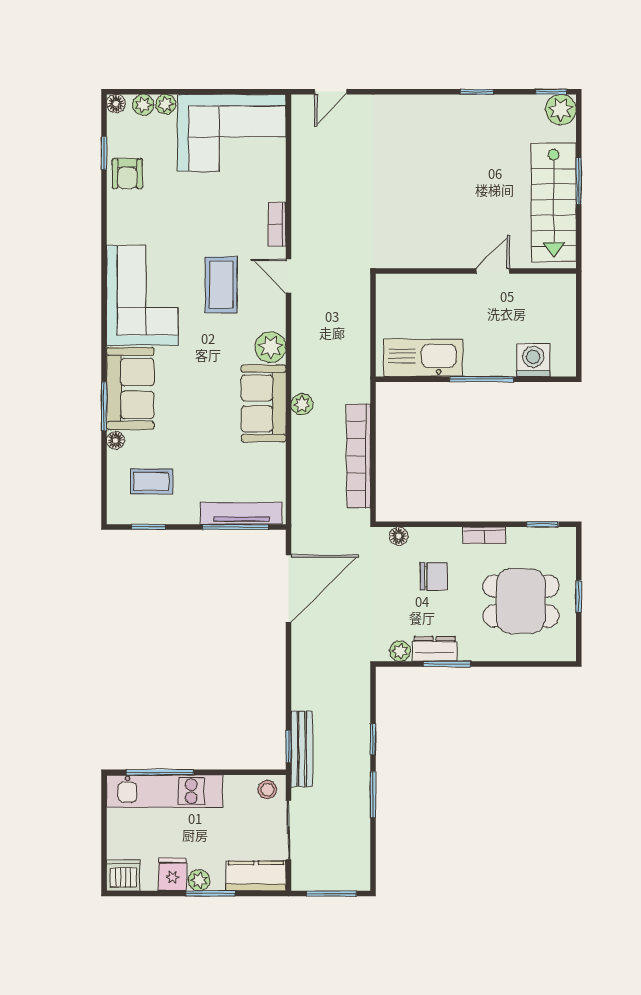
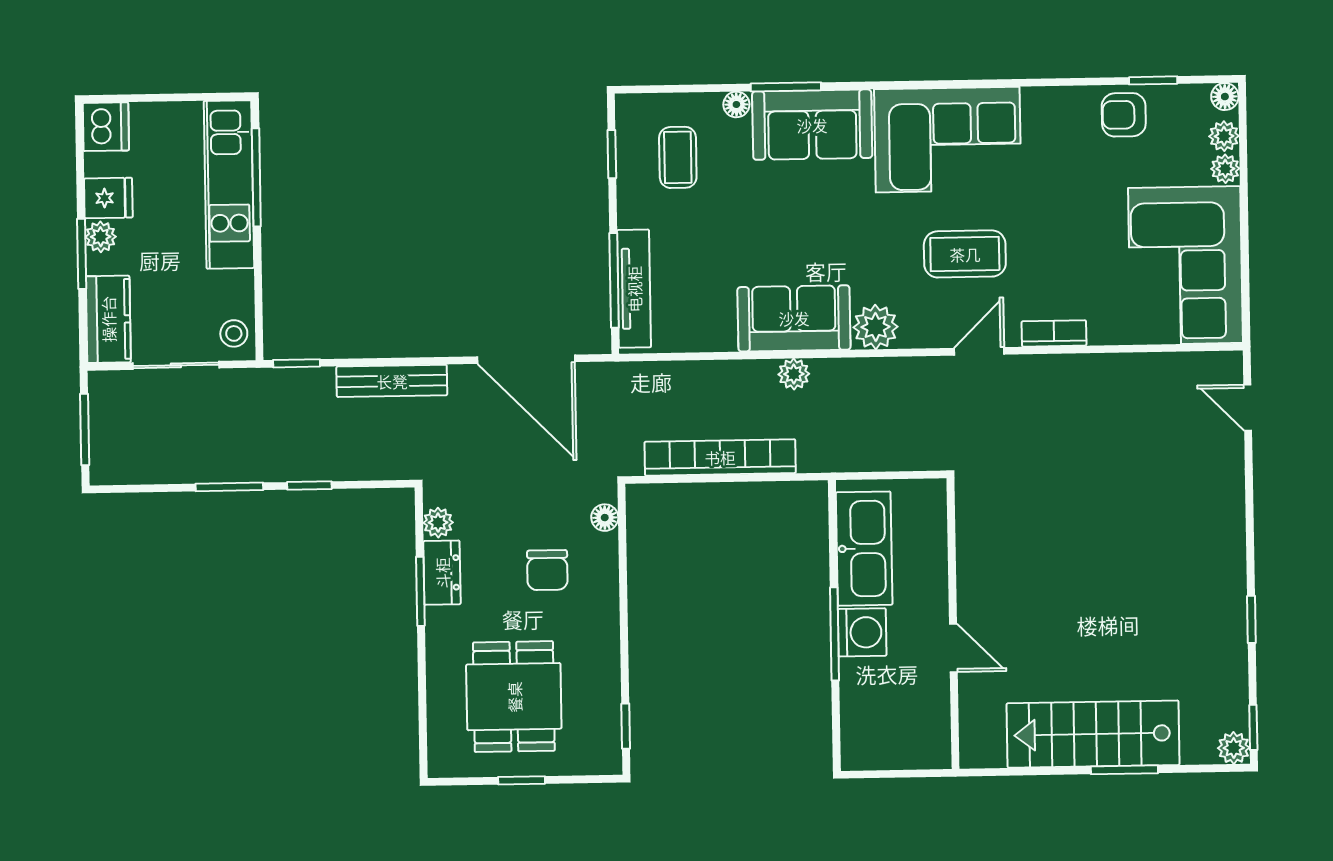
plant: (561, 110) -> (1234, 748), width x0.73, depth x0.73
wall: (476, 271) -> (953, 624), moved
door: (493, 271) -> (953, 648), moved
washing machine: (533, 360) -> (862, 632), moved
bookcase: (484, 535) -> (608, 642), removed
bench: (302, 749) -> (392, 381), moved

